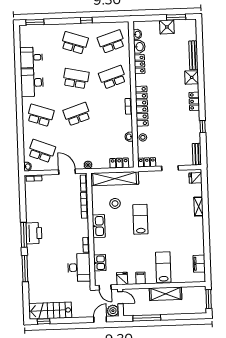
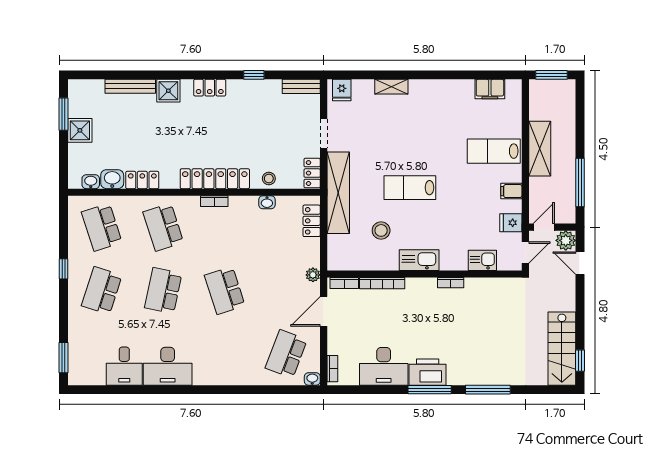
school desk: (40, 115) -> (225, 354), removed
shelving: (115, 179) -> (338, 193), moved
desk: (79, 267) -> (384, 366), moved, turned 180

